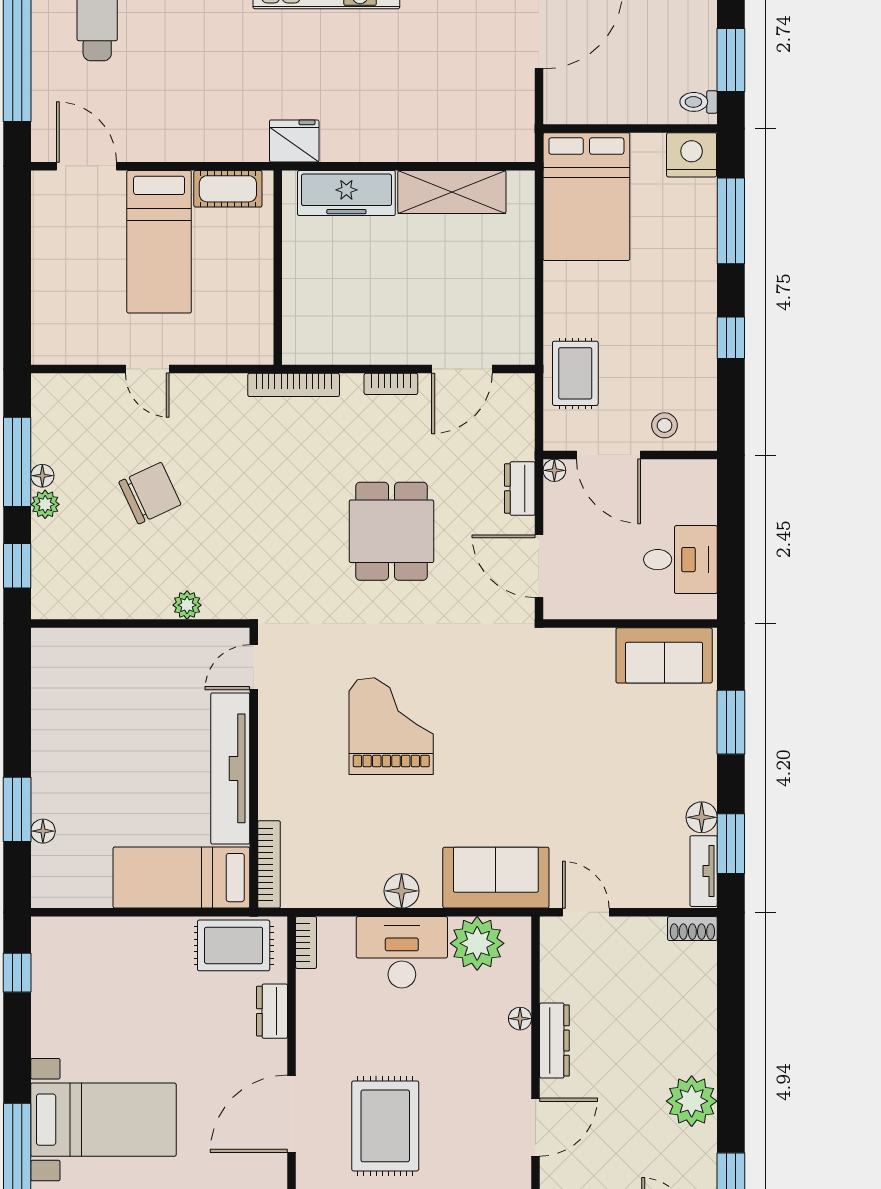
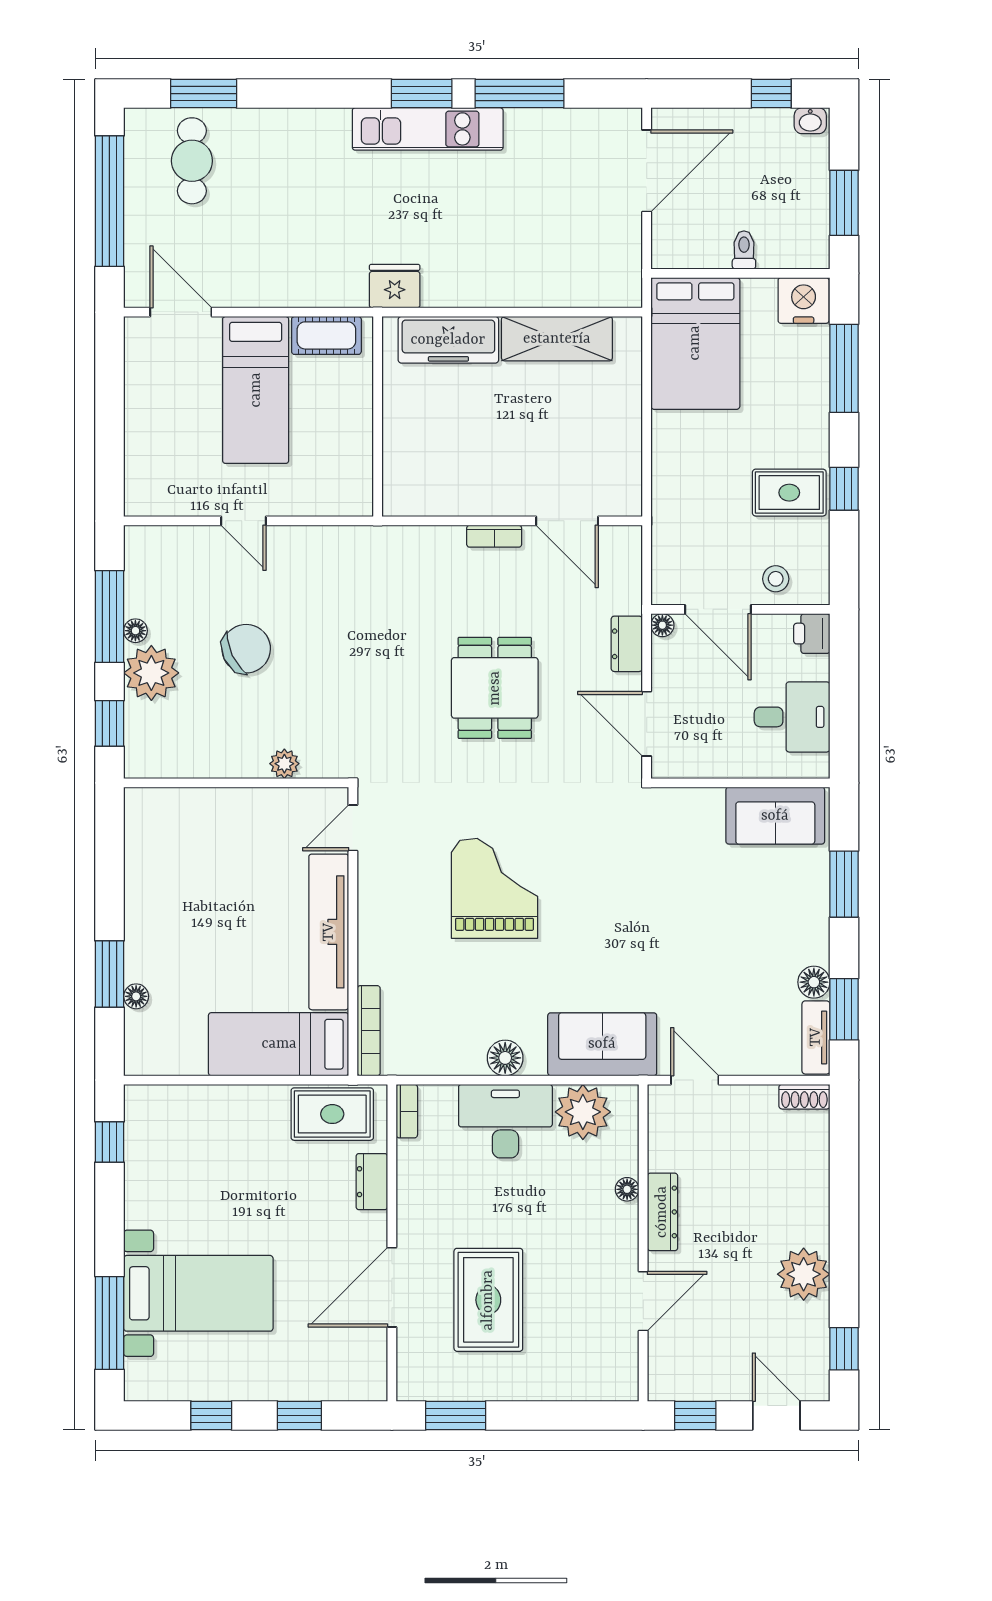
toilet: (699, 102) -> (744, 250), moved, turned 90
door: (462, 369) -> (567, 521), hinge flipped
rug: (575, 373) -> (789, 493), moved, turned 90
bookcase: (294, 385) -> (394, 537), removed
printer: (700, 479) -> (812, 634), added
plant: (45, 504) -> (151, 673), width x1.87, depth x1.87

